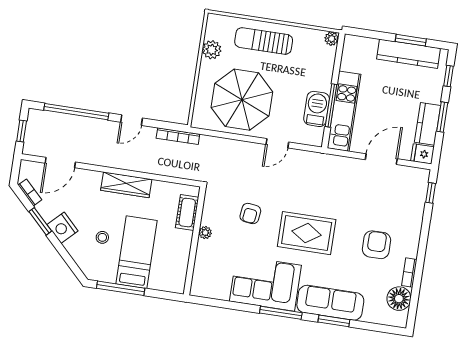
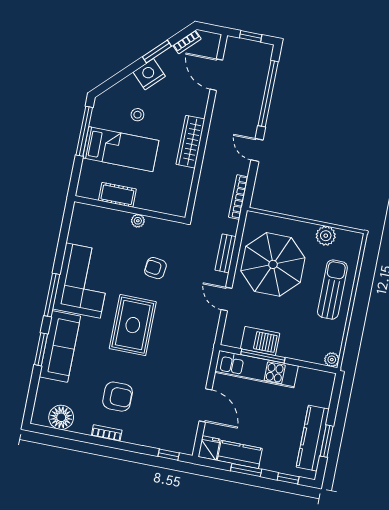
bench: (233, 146) -> (226, 253), added
cot: (187, 213) -> (117, 195), moved
bookcase: (409, 272) -> (107, 433), moved

